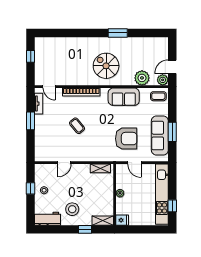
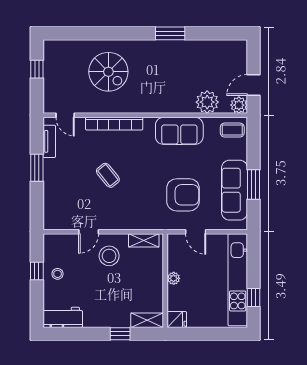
spiral stairs: (106, 66) -> (108, 72), moved, turned 180
stool: (72, 209) -> (109, 256), moved

